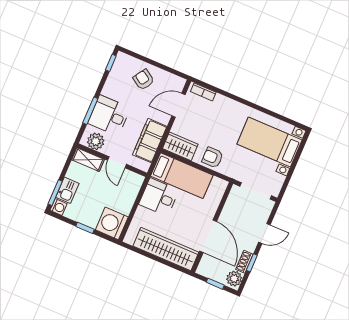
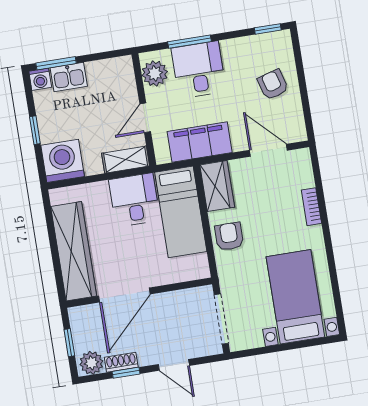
armchair: (144, 80) -> (273, 85), turned -49
bookcase: (203, 92) -> (311, 207), moved
shelving: (88, 160) -> (126, 160), moved, turned 90

